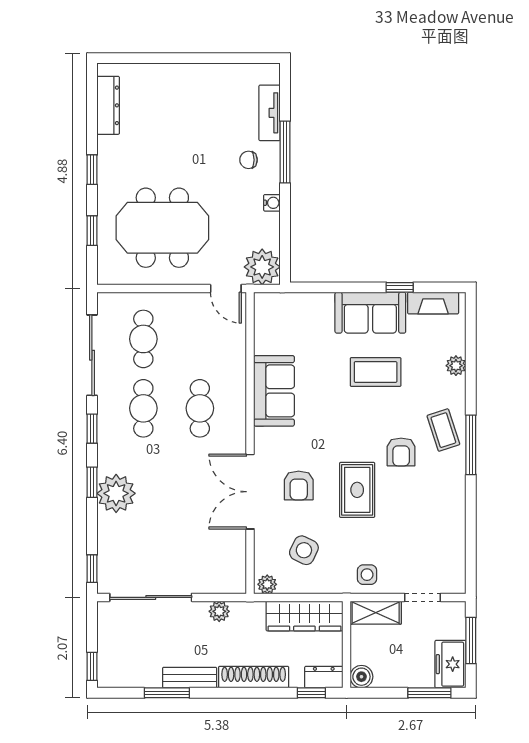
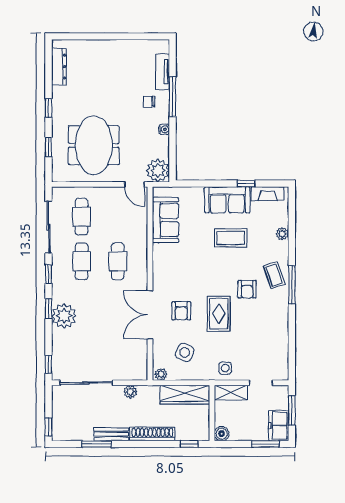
meeting table: (162, 228) -> (94, 145), turned 90
sofa: (274, 391) -> (165, 220), moved
dresser: (324, 677) -> (197, 434), removed

